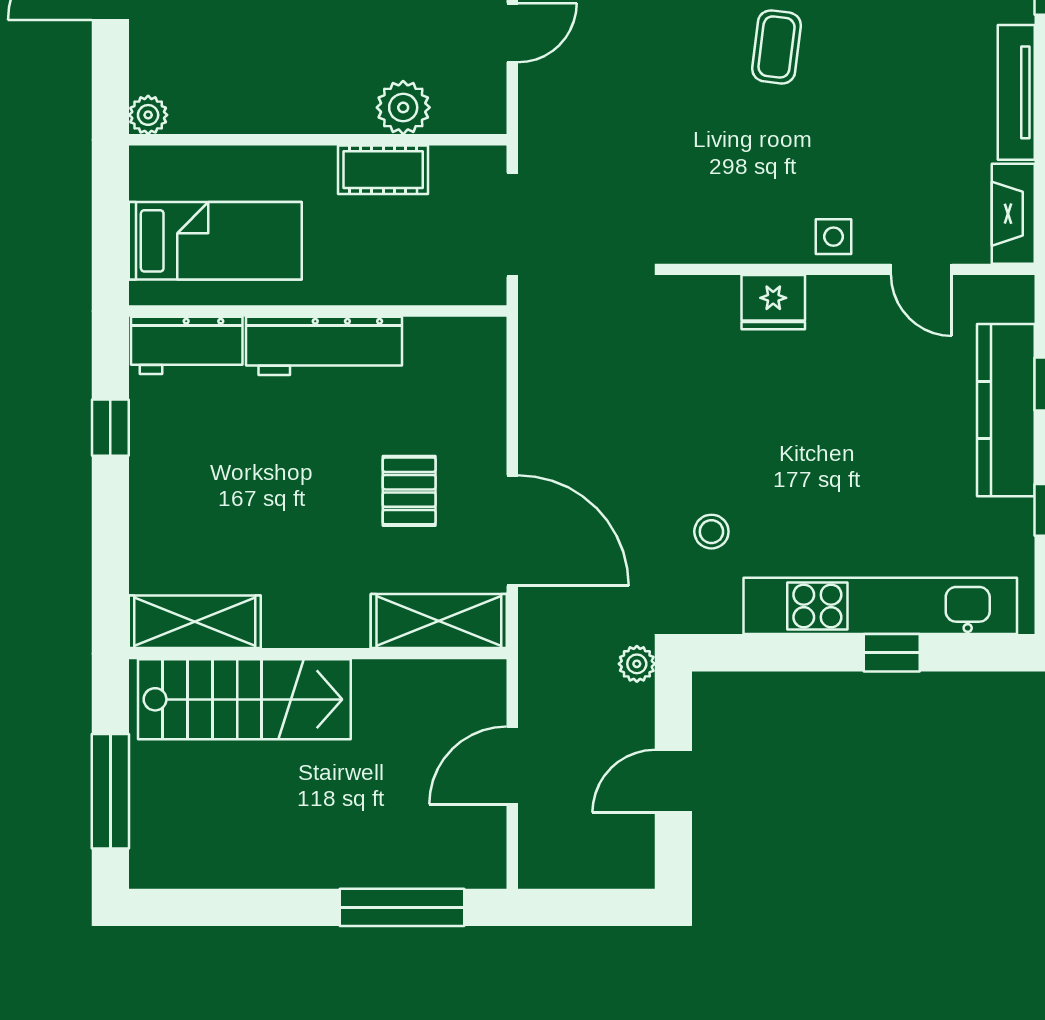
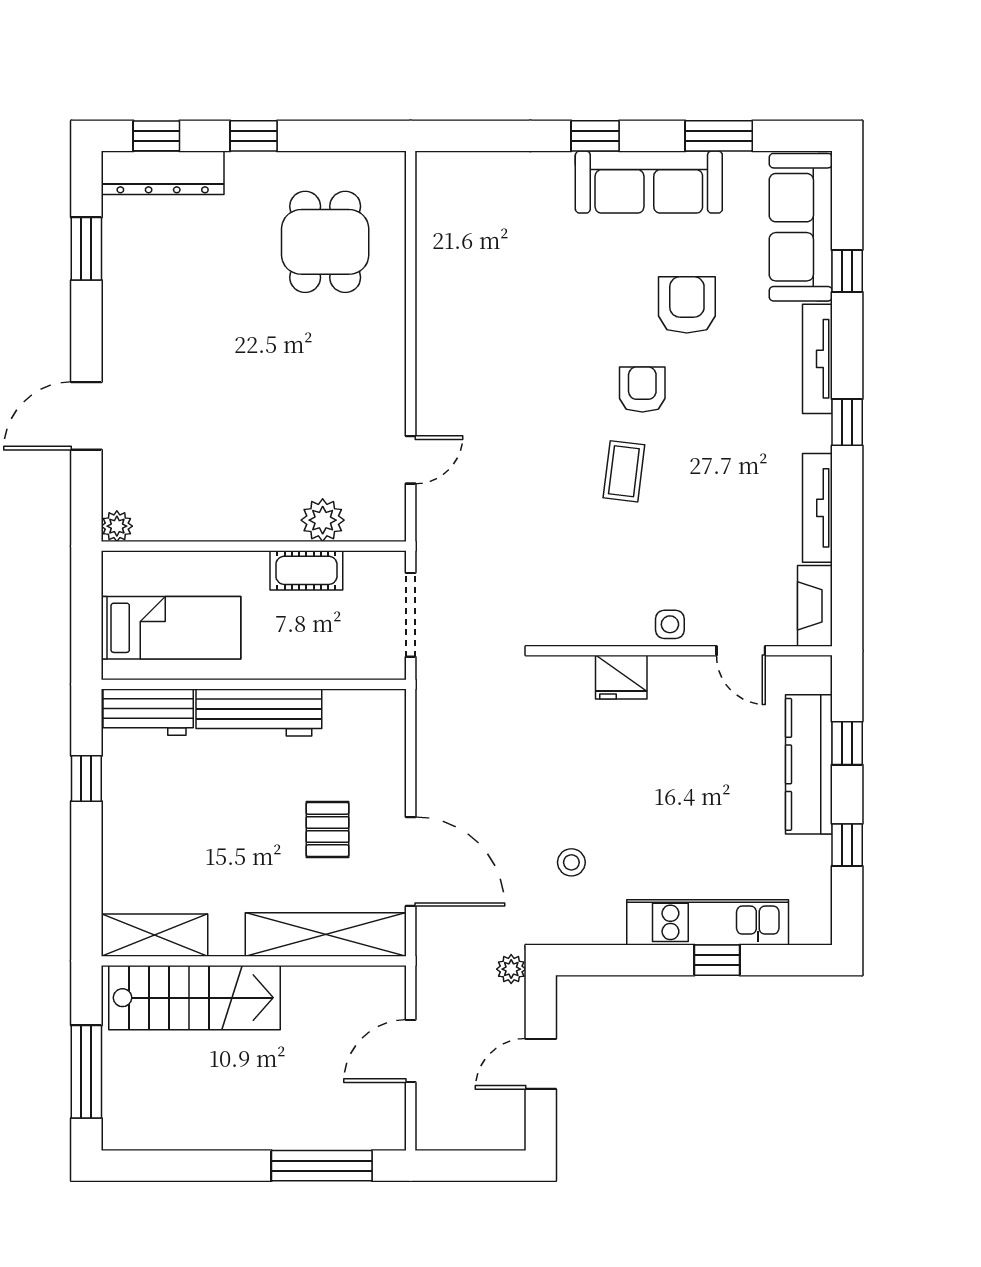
kitchen unit: (880, 606) -> (708, 922), width x0.73
shelving: (439, 621) -> (326, 934), width x1.47

